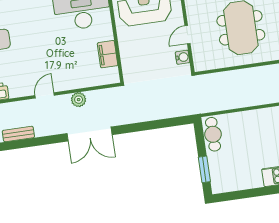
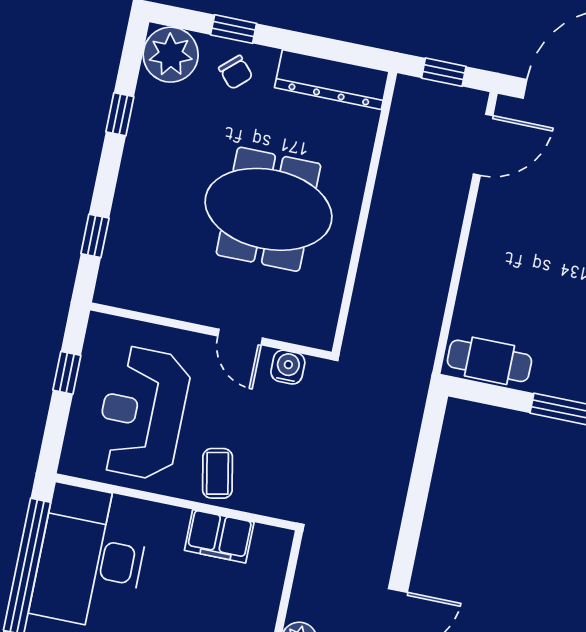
coffee table: (132, 45) -> (217, 473), added

